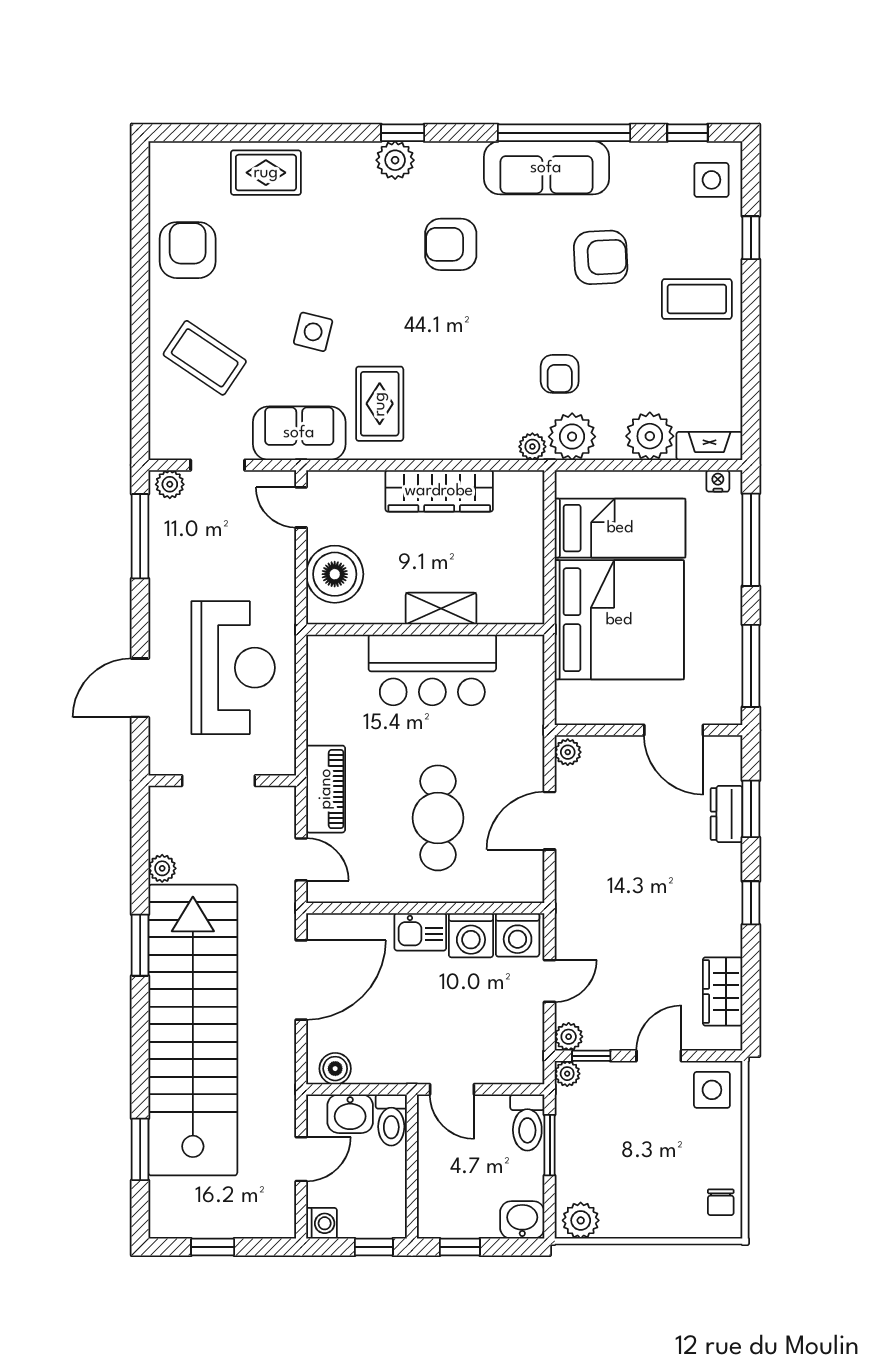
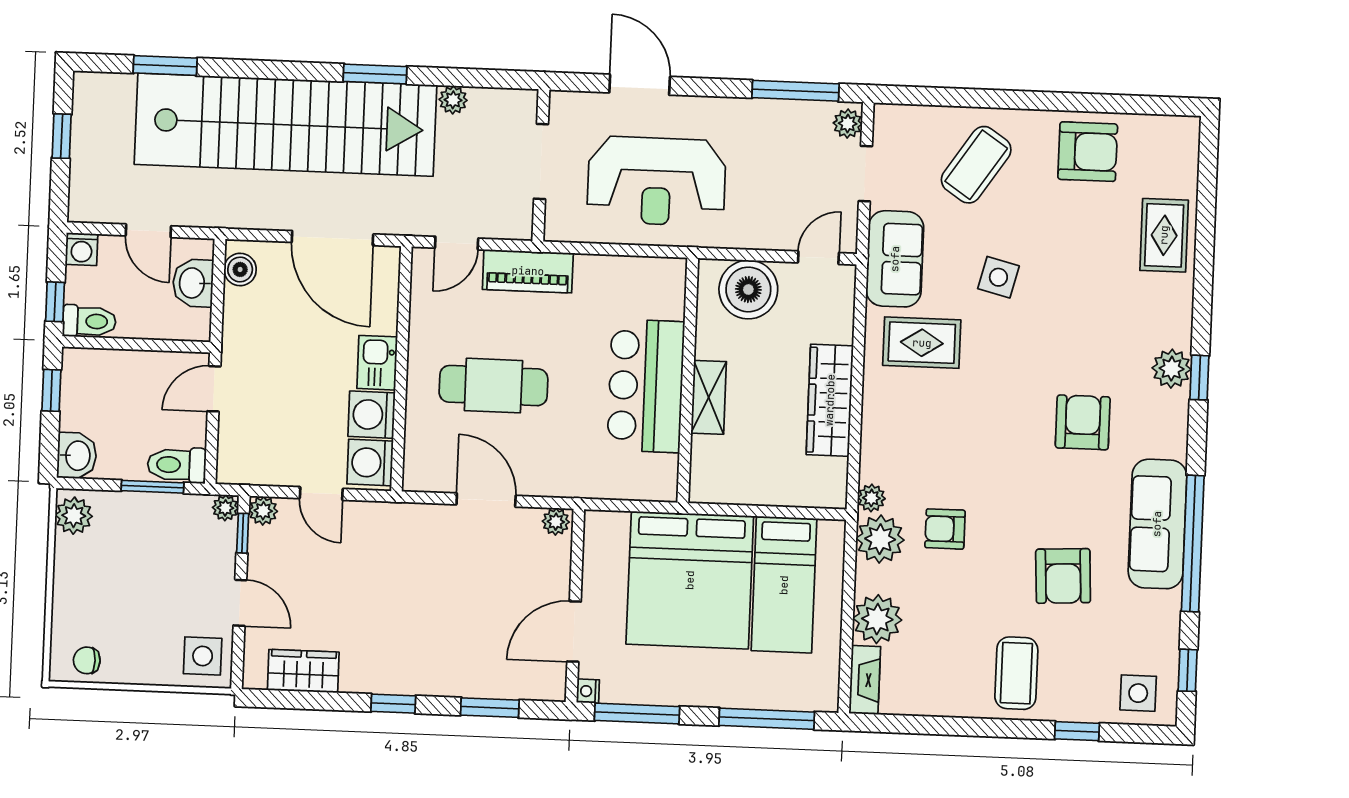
nightstand: (718, 481) -> (588, 691), moved, turned 180
dresser: (727, 814) -> (486, 682), removed
toilet: (391, 1120) -> (89, 321), moved, turned 180

